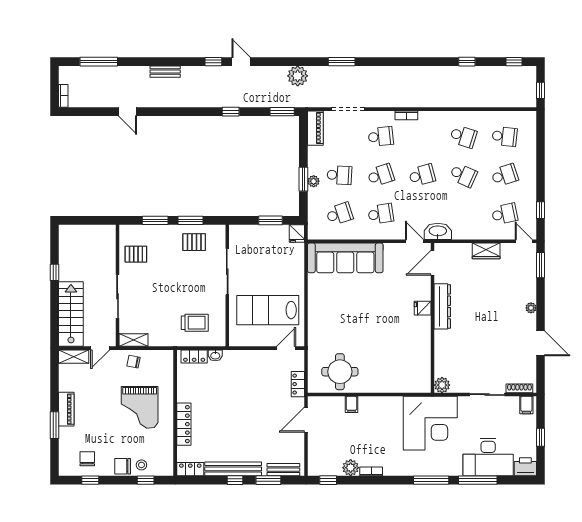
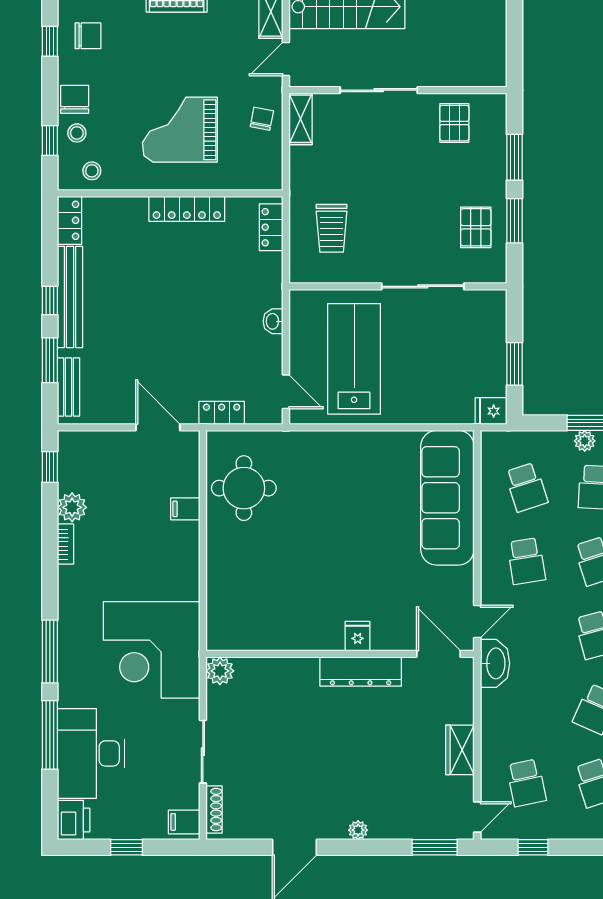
door: (100, 348) -> (286, 59), hinge flipped
washbasin: (215, 355) -> (273, 321), moved
locker: (184, 424) -> (187, 209), moved
stool: (163, 457) -> (92, 171), added

